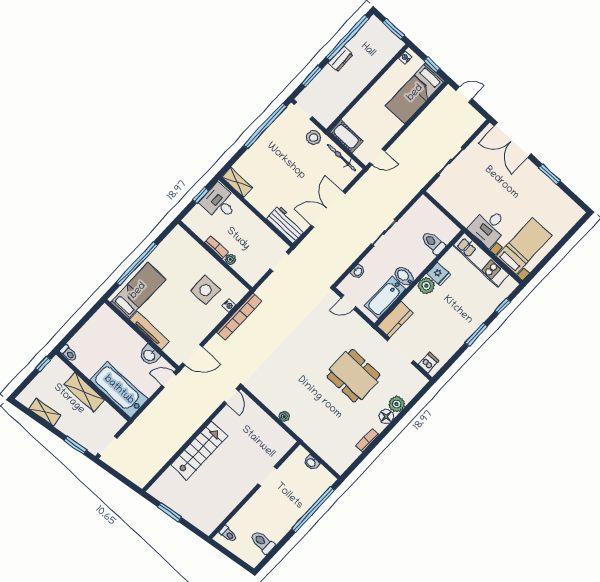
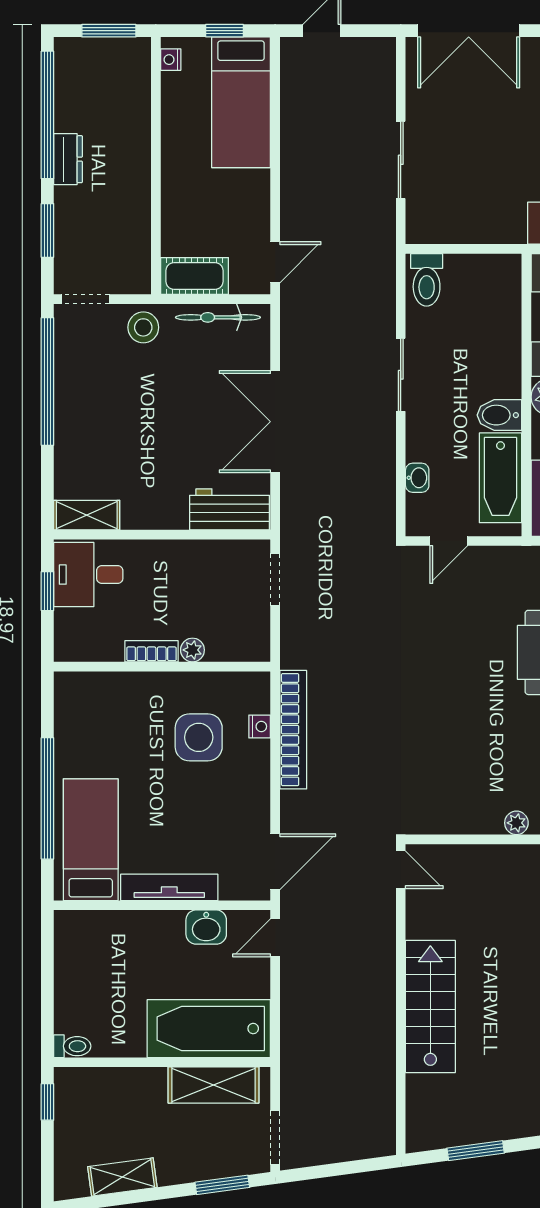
toilet: (433, 243) -> (427, 280), moved, turned -90
shelving: (84, 392) -> (213, 1085), moved

